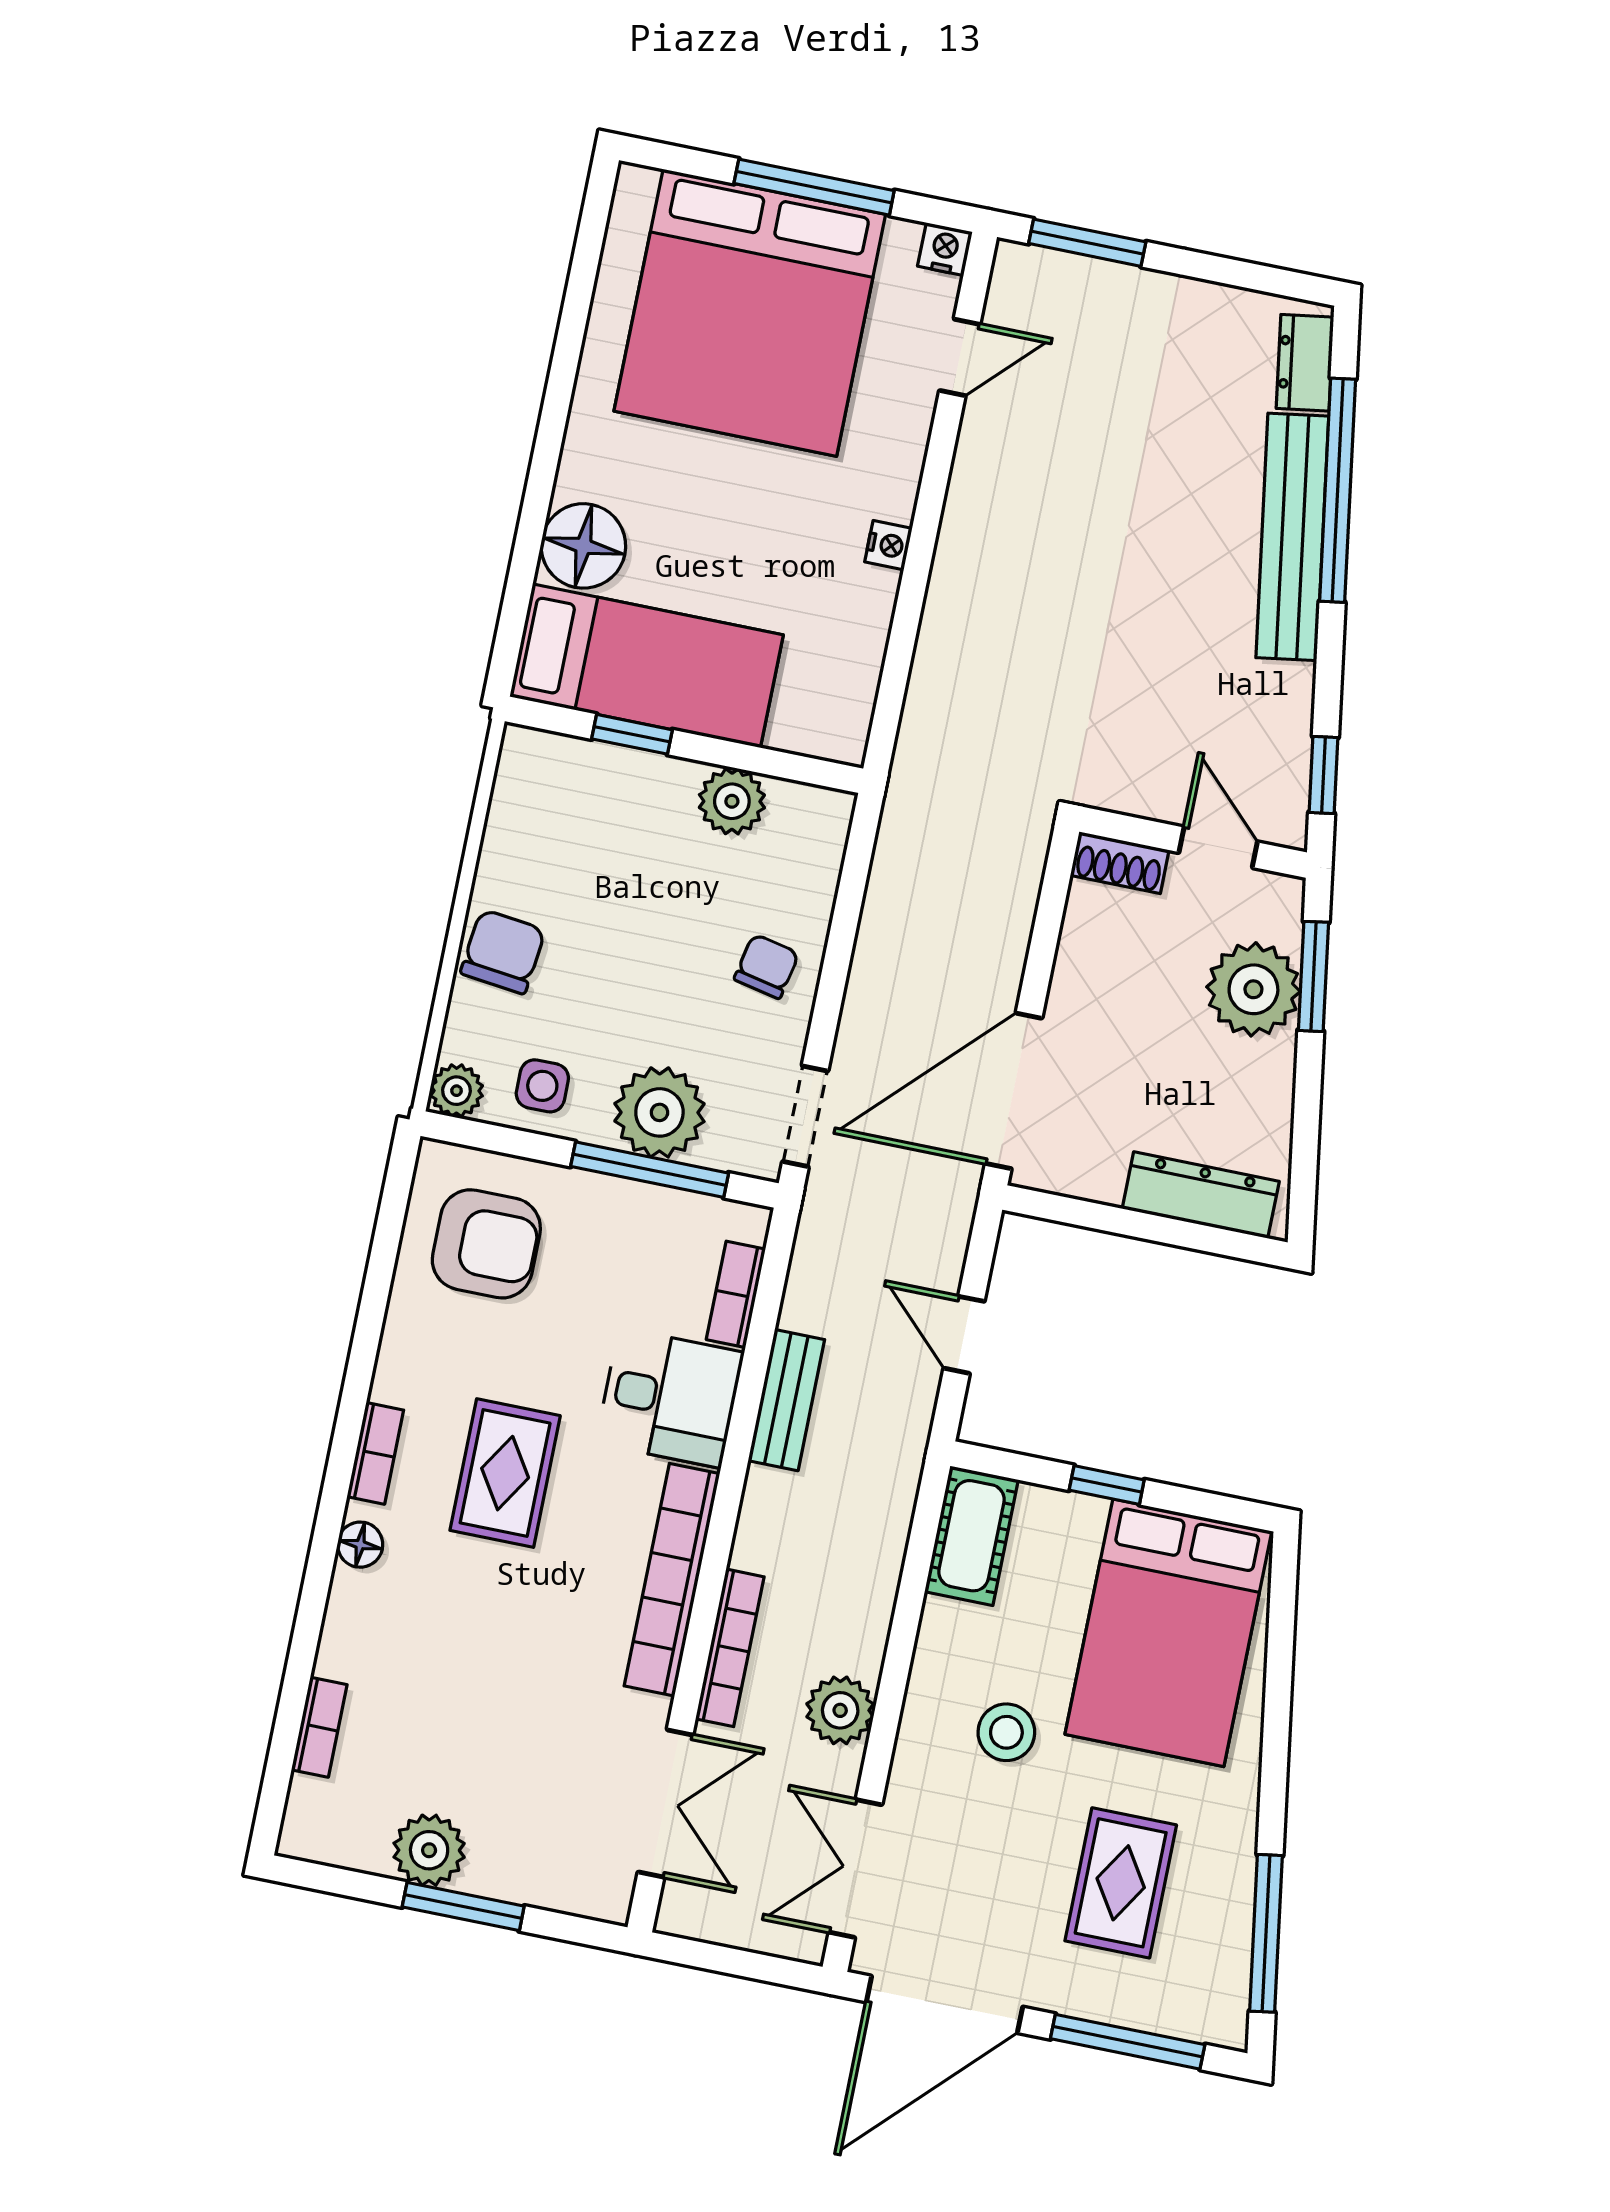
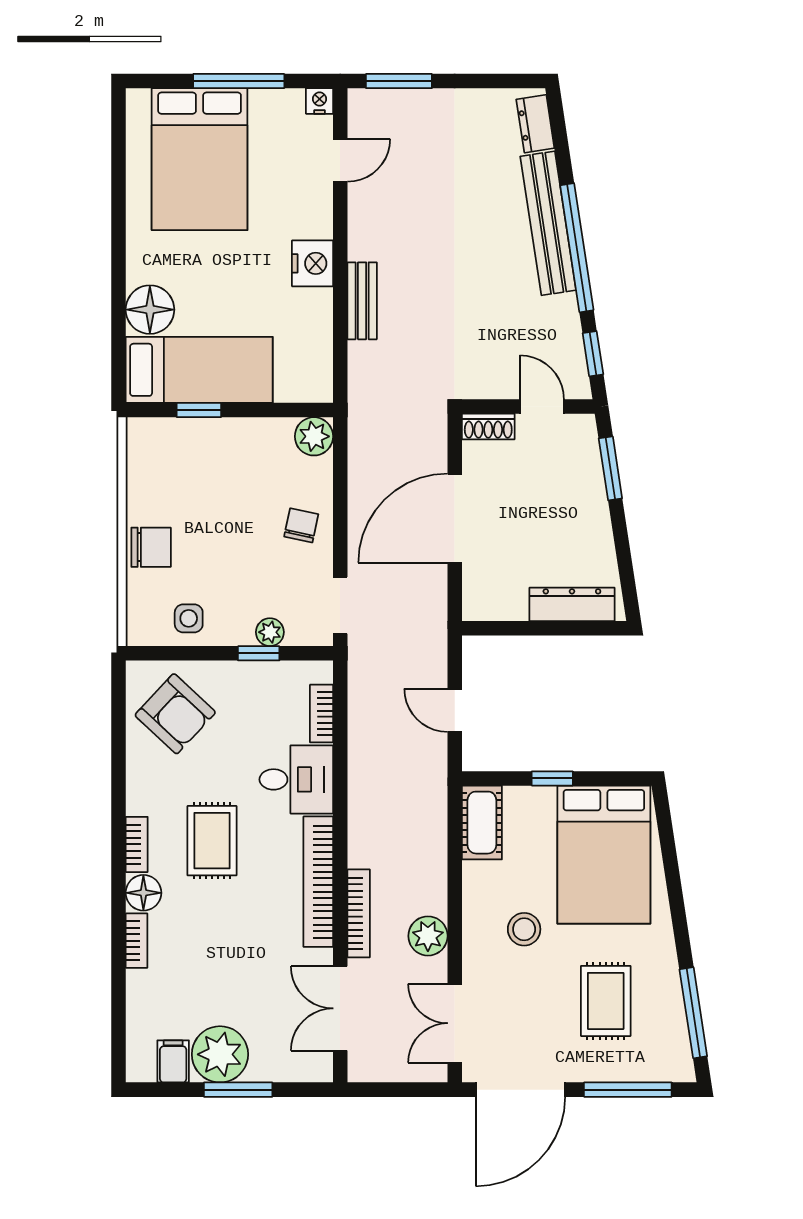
bed: (750, 313) -> (200, 159), width x0.73
window: (1338, 490) -> (577, 248), moved
nightstand: (888, 545) -> (312, 263), width x1.89, depth x1.79
plant: (732, 801) -> (314, 436), moved
chair: (503, 952) -> (151, 547), turned 83
plant: (1253, 989) -> (578, 483), removed
plant: (456, 1091) -> (141, 631), removed
door: (1014, 1091) -> (455, 518), moved
plant: (659, 1112) -> (270, 632), width x0.53, depth x0.53
window: (650, 1170) -> (259, 653), width x0.46
armchair: (486, 1244) -> (175, 714), turned 43
bench: (786, 1400) -> (362, 301), moved
floor lamp: (360, 1545) -> (143, 893), width x1.37, depth x1.37
bookcase: (319, 1727) -> (137, 941), moved
double door: (665, 1804) -> (340, 1008), swing flipped
filing cabinet: (362, 1836) -> (173, 1061), added
plant: (429, 1850) -> (220, 1054), width x1.36, depth x1.36

